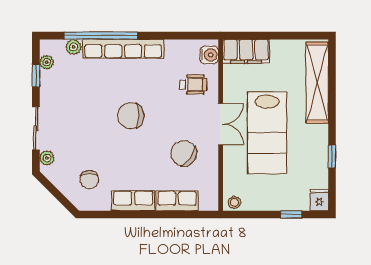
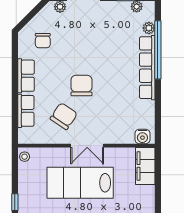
wheelchair: (193, 85) -> (119, 124), removed
chair: (131, 116) -> (82, 86), moved
chair: (89, 180) -> (43, 41), turned -90

